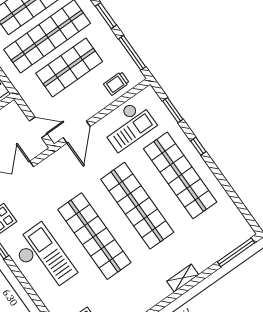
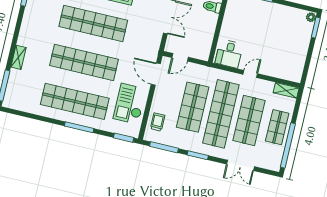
window: (173, 110) -> (124, 138), moved
window: (198, 146) -> (79, 127), width x2.17
shelving: (183, 278) -> (18, 57), moved

